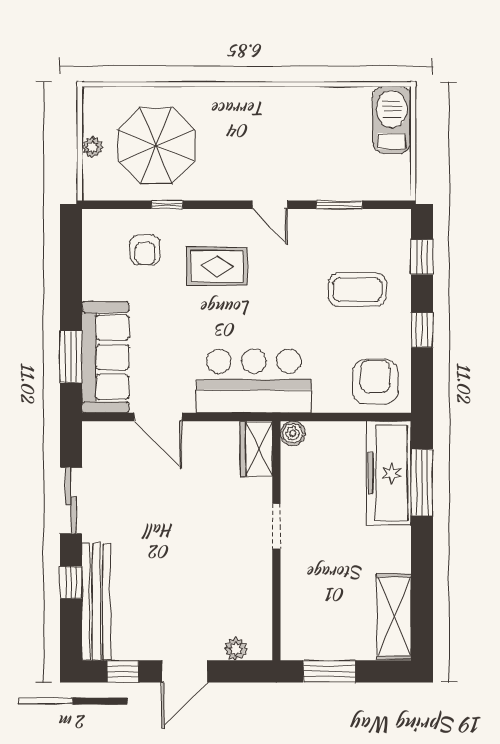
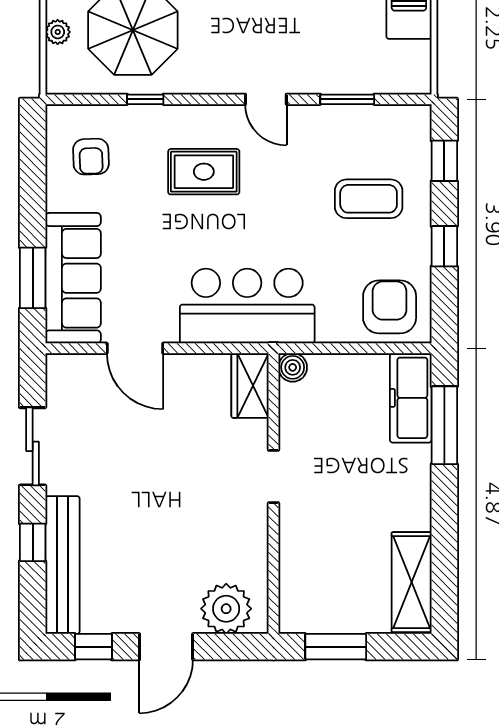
armchair: (145, 250) -> (91, 157), moved
freezer: (389, 473) -> (411, 398), width x0.73, depth x0.79
plant: (236, 649) -> (226, 609), width x1.88, depth x1.88

